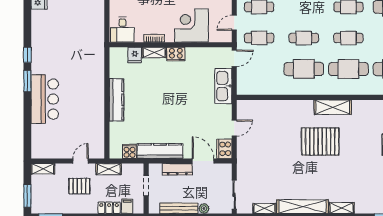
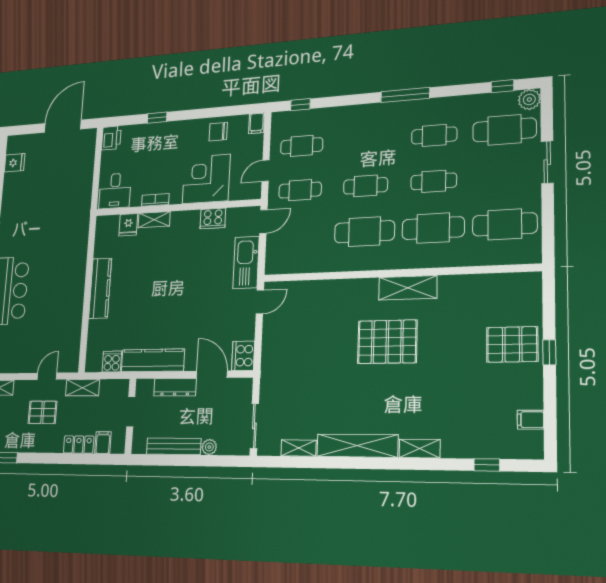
cooker: (176, 54) -> (213, 218), moved
door: (234, 128) -> (260, 302), moved

